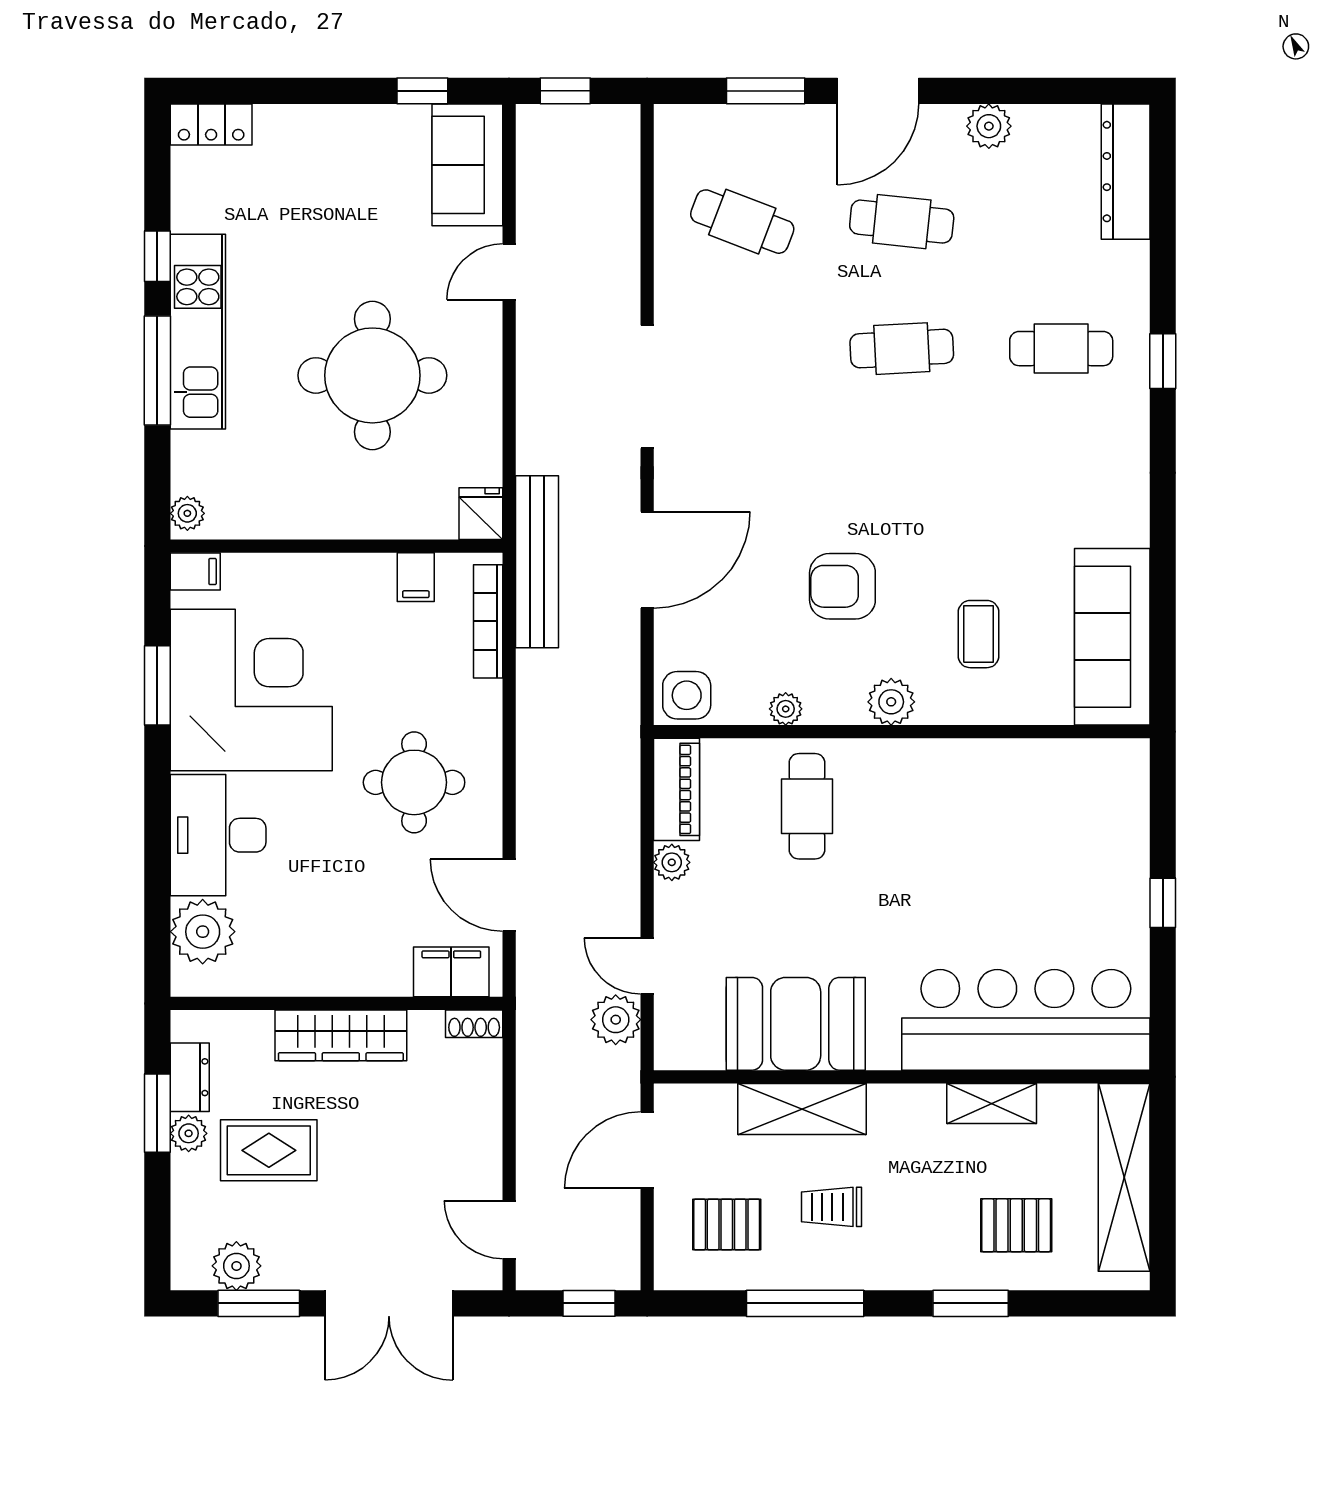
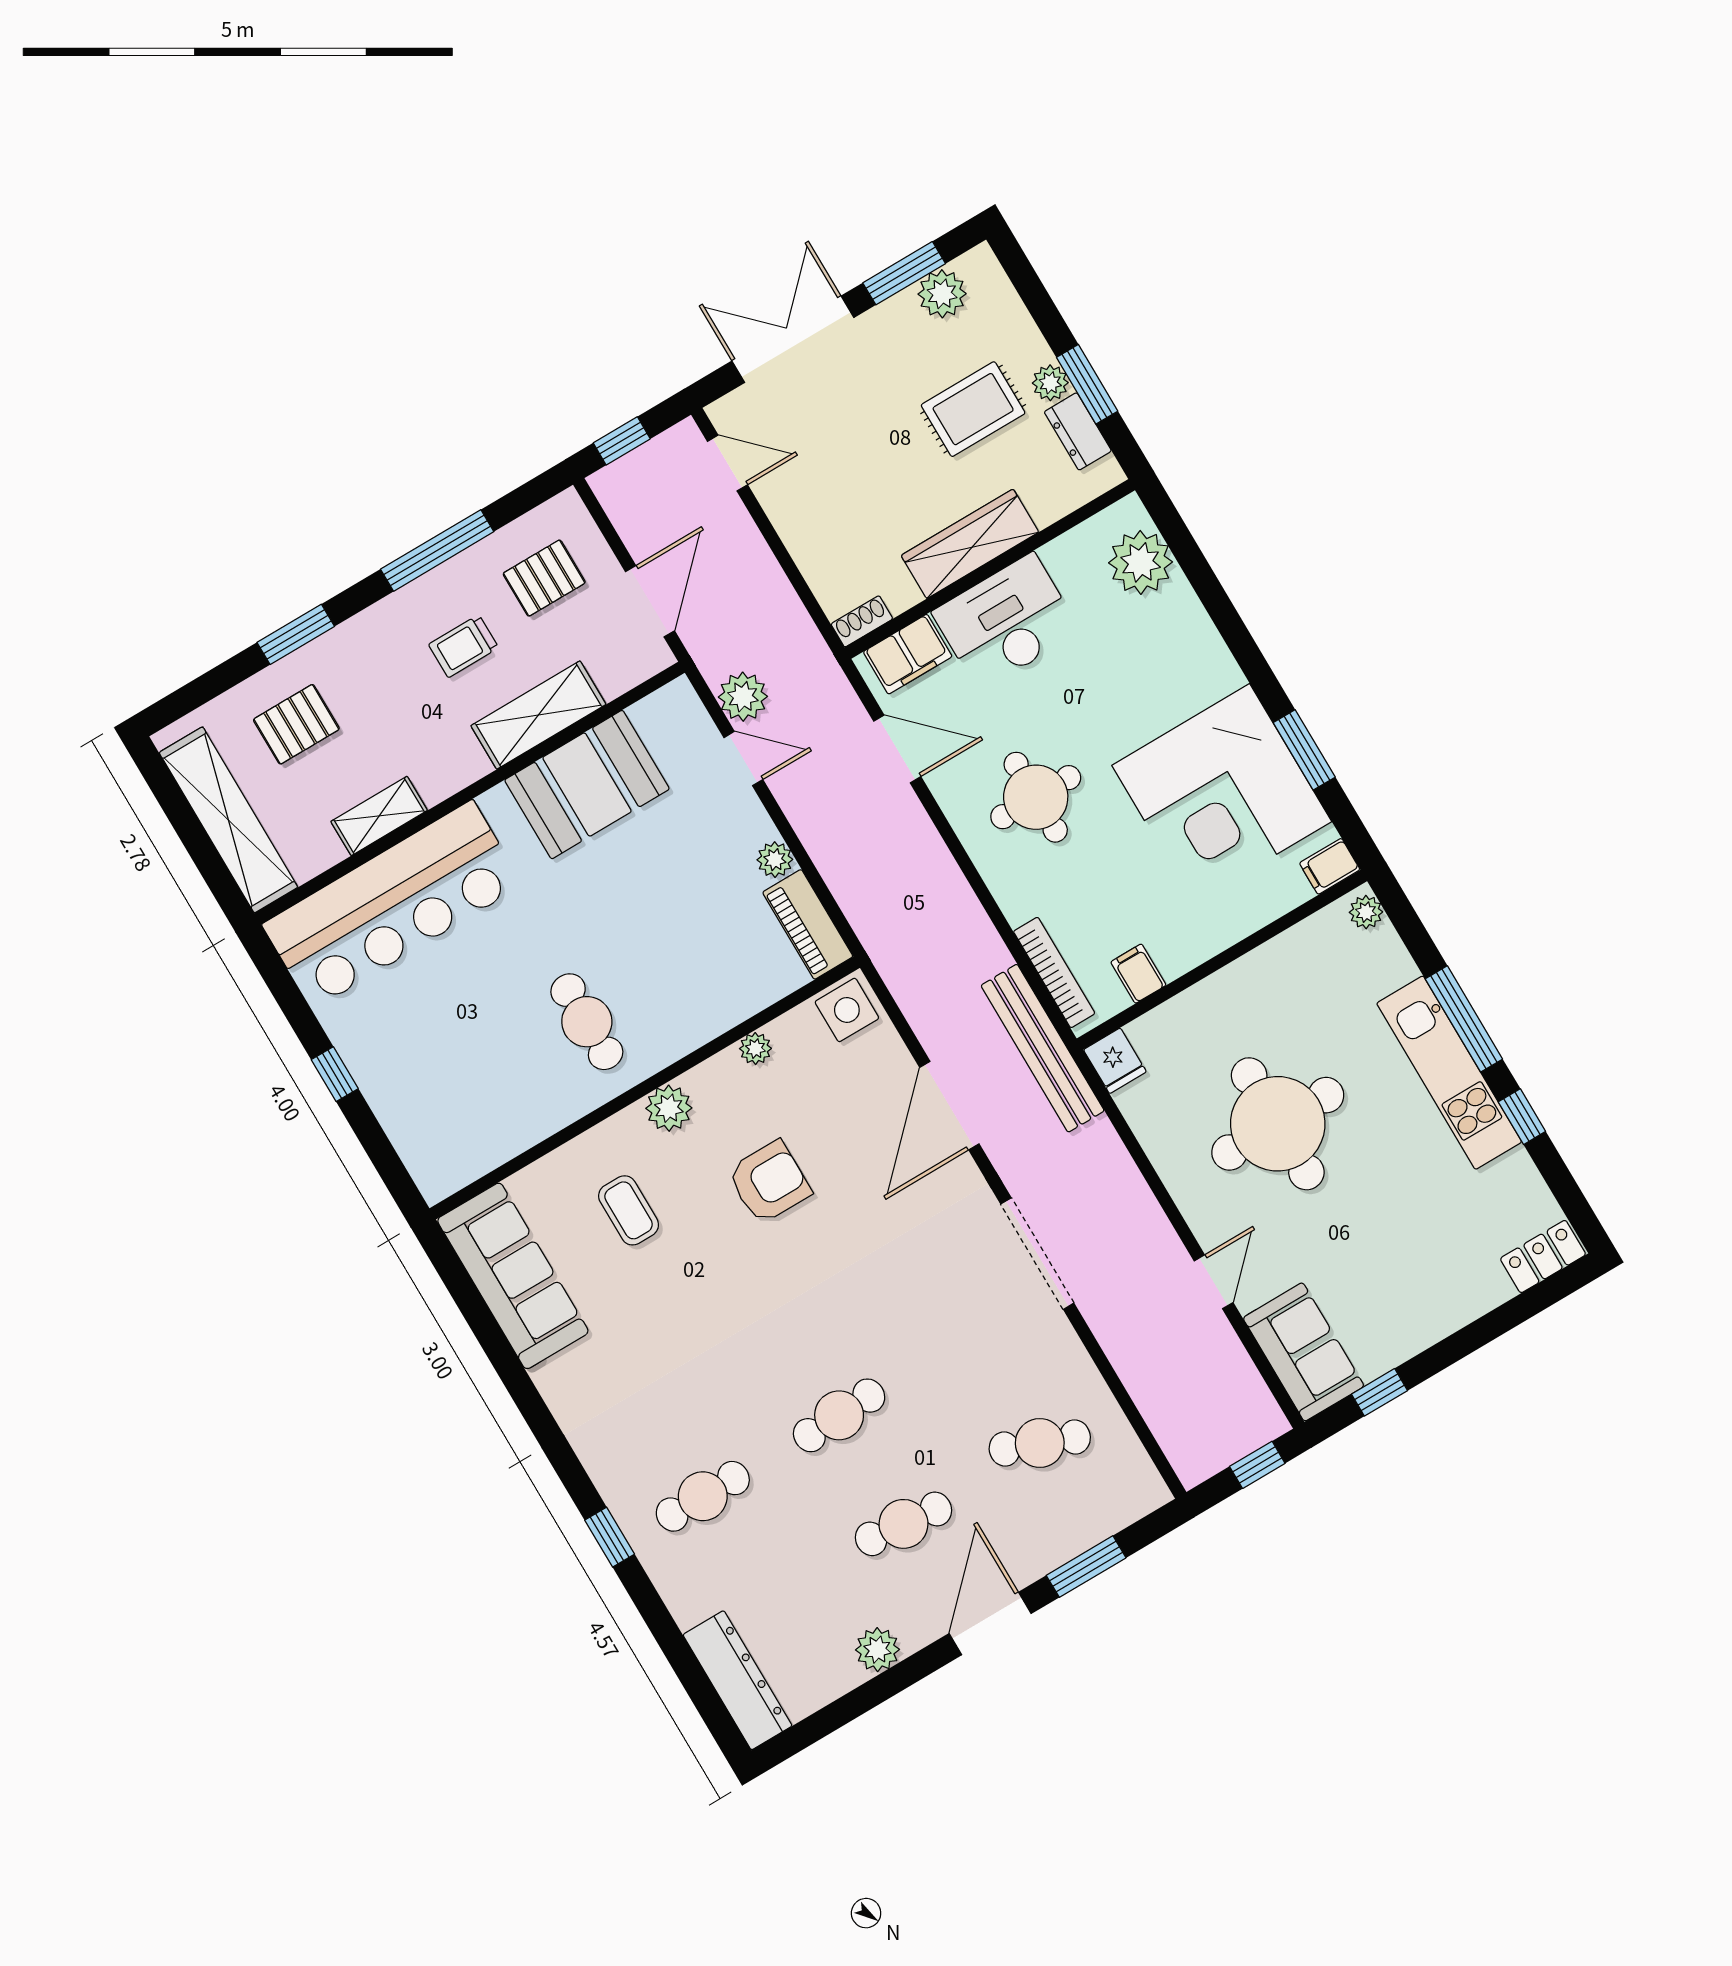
cafe table: (807, 806) -> (587, 1022), moved
desk: (218, 835) -> (1006, 622), moved, turned -90
trolley: (831, 1207) -> (464, 646), turned 180

